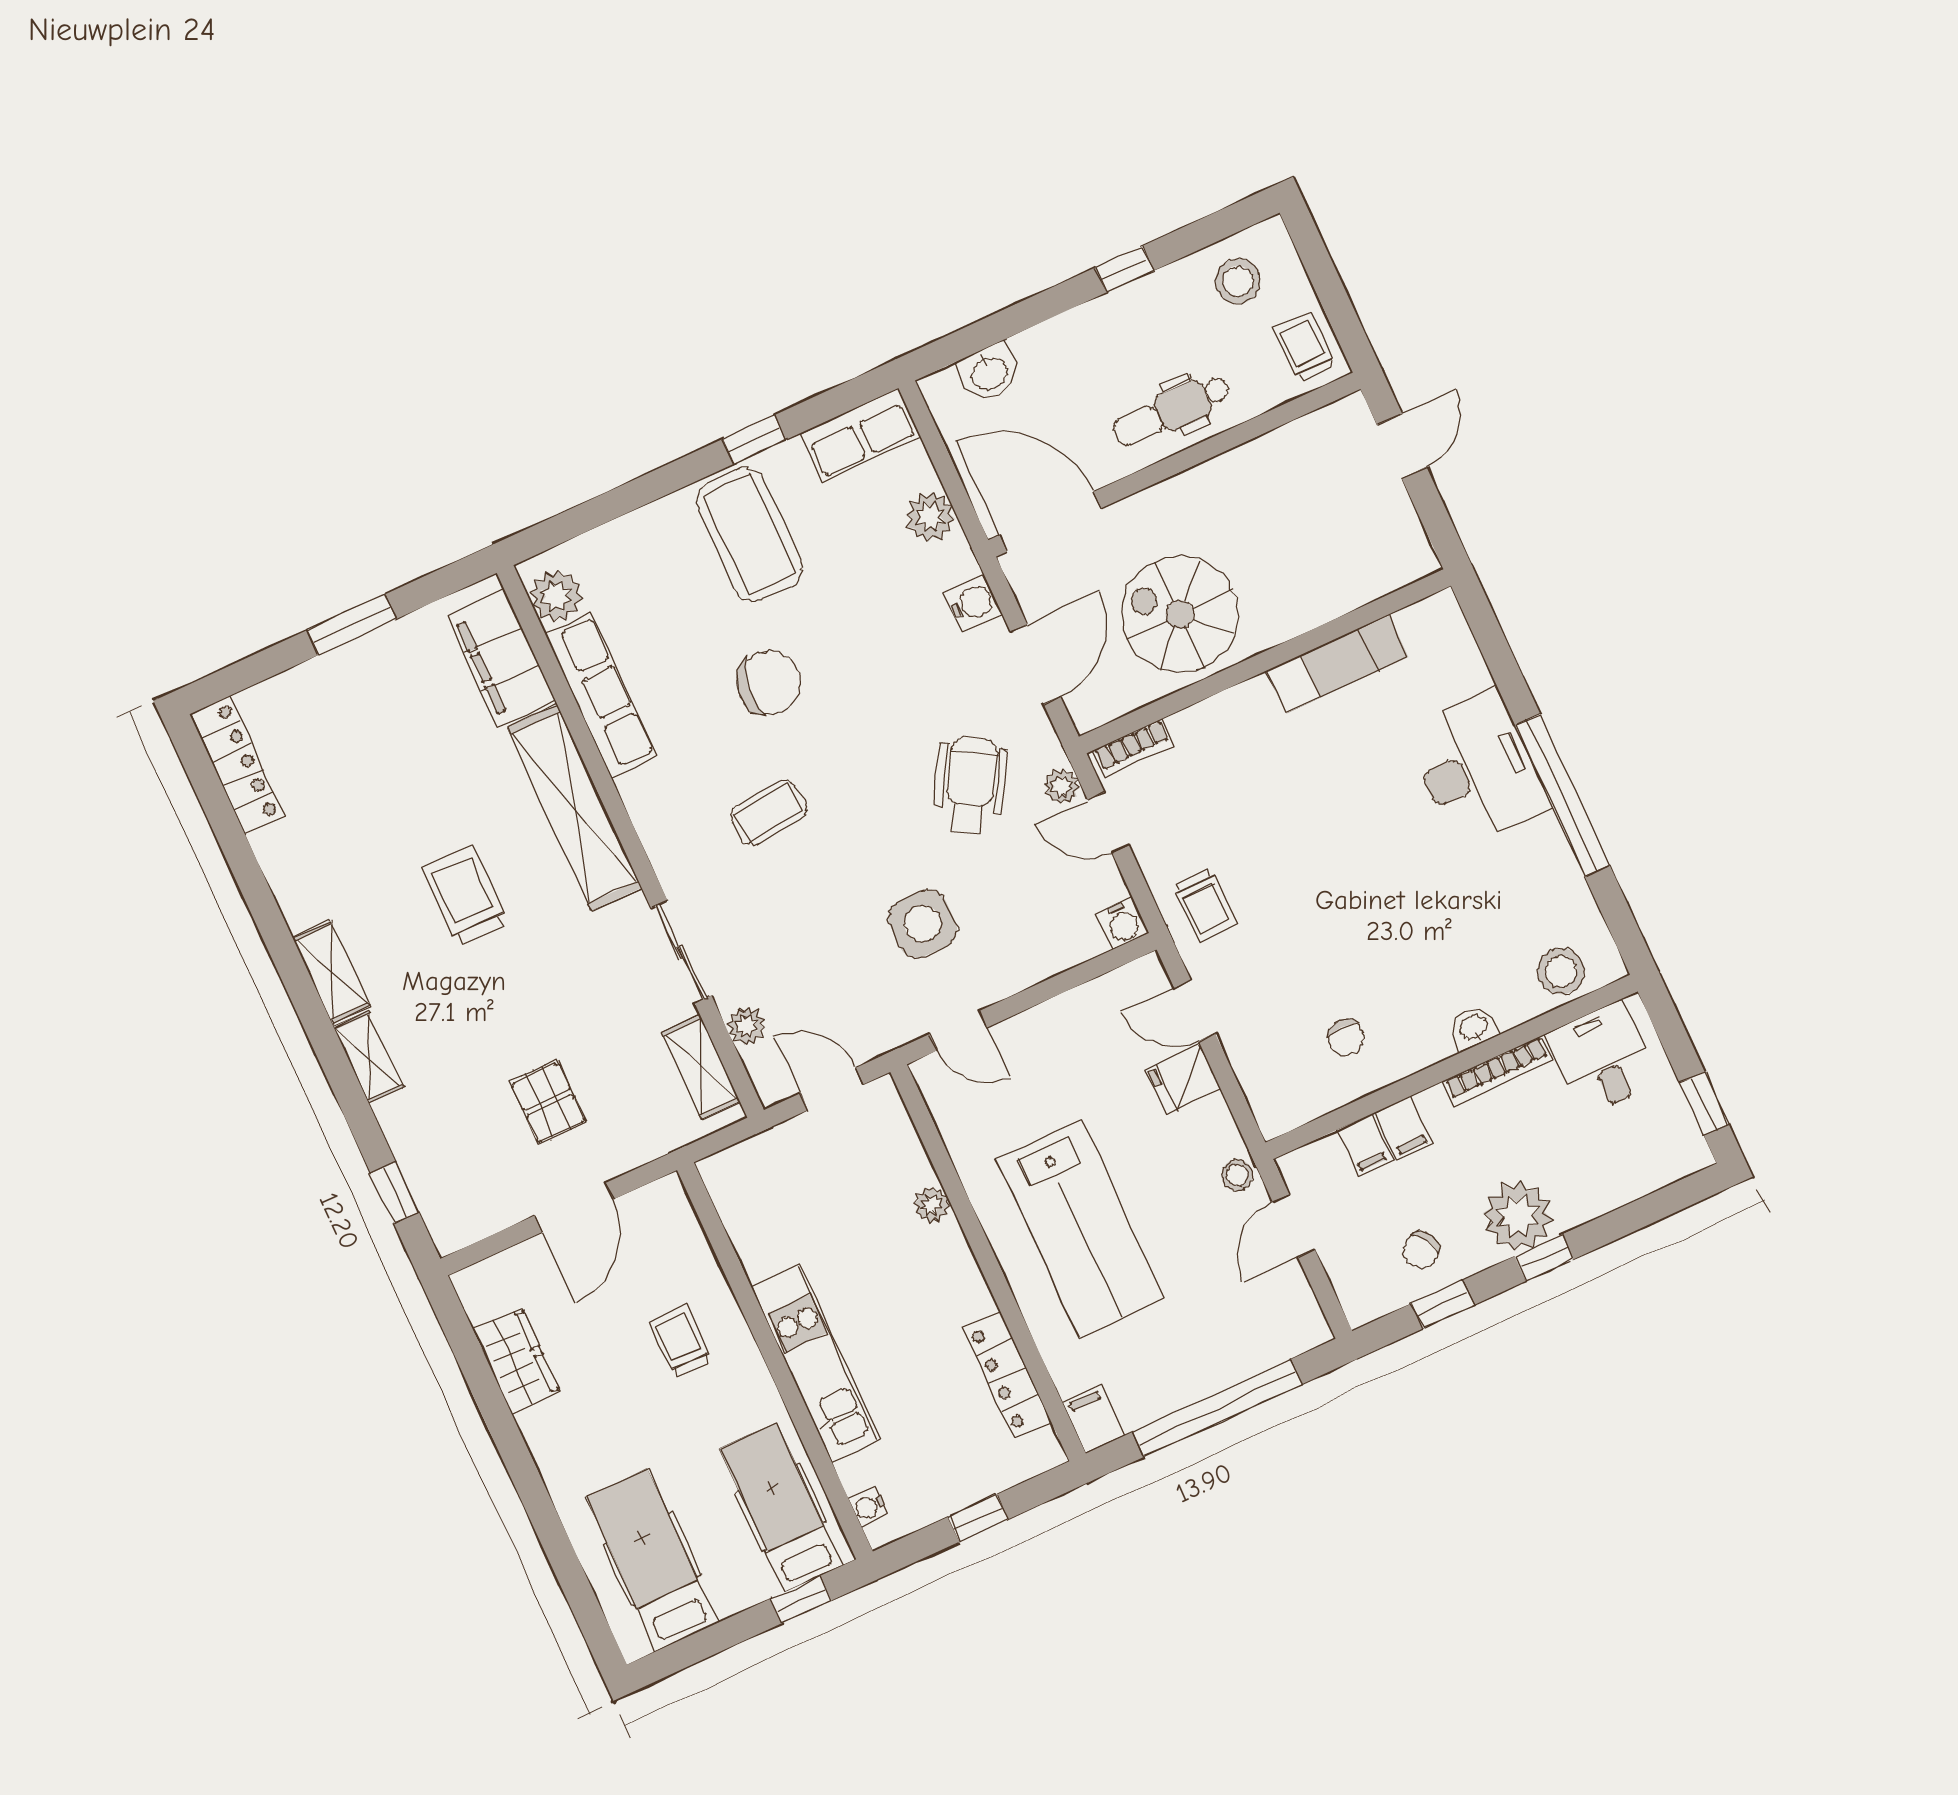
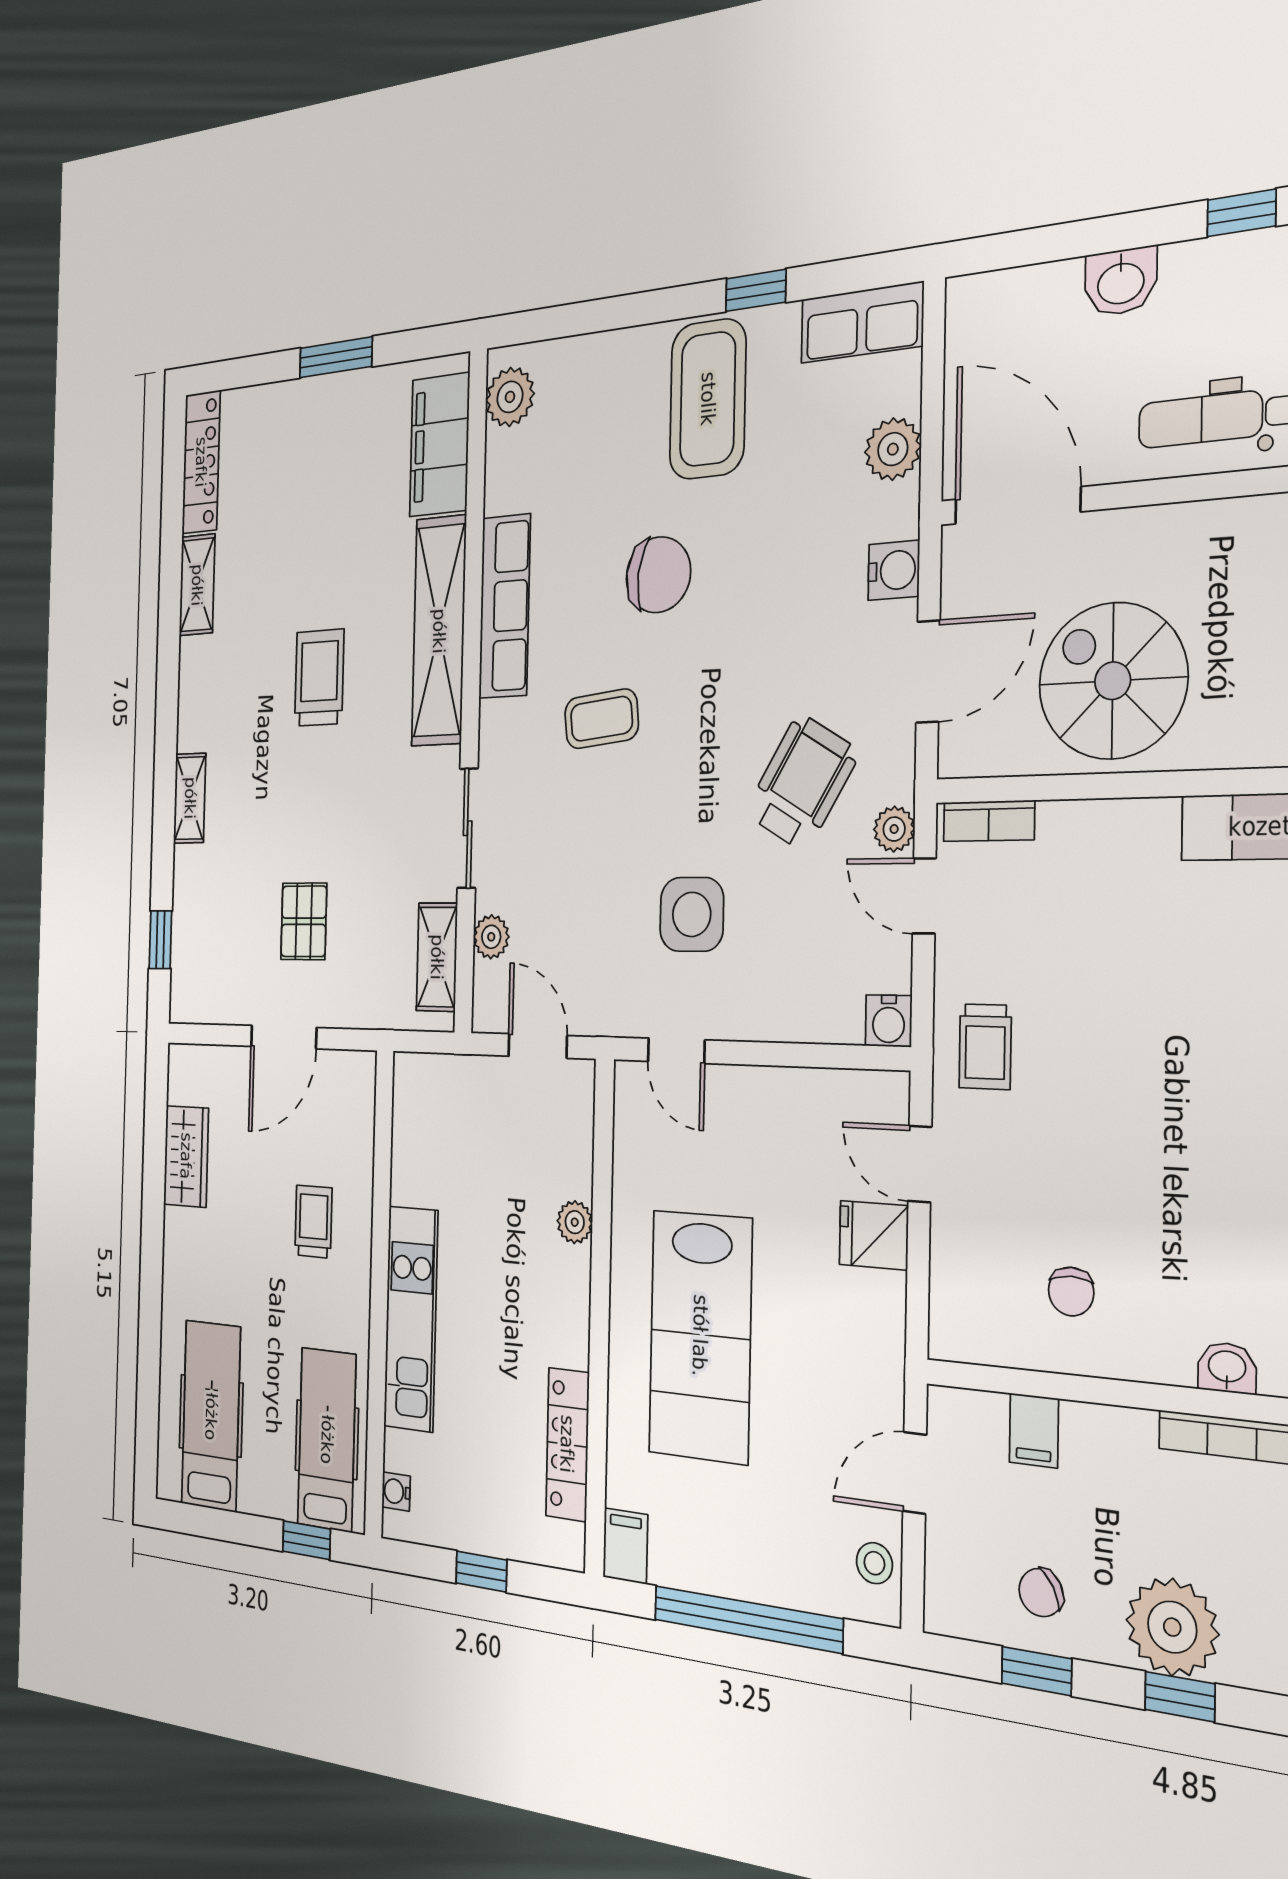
washbasin: (989, 373) -> (1121, 282), moved
row of seats: (601, 695) -> (505, 606), moved
shelving: (331, 972) -> (197, 585), moved
filing cabinet: (1404, 1128) -> (1088, 1438), removed
stool: (1237, 1175) -> (874, 1563), moved

